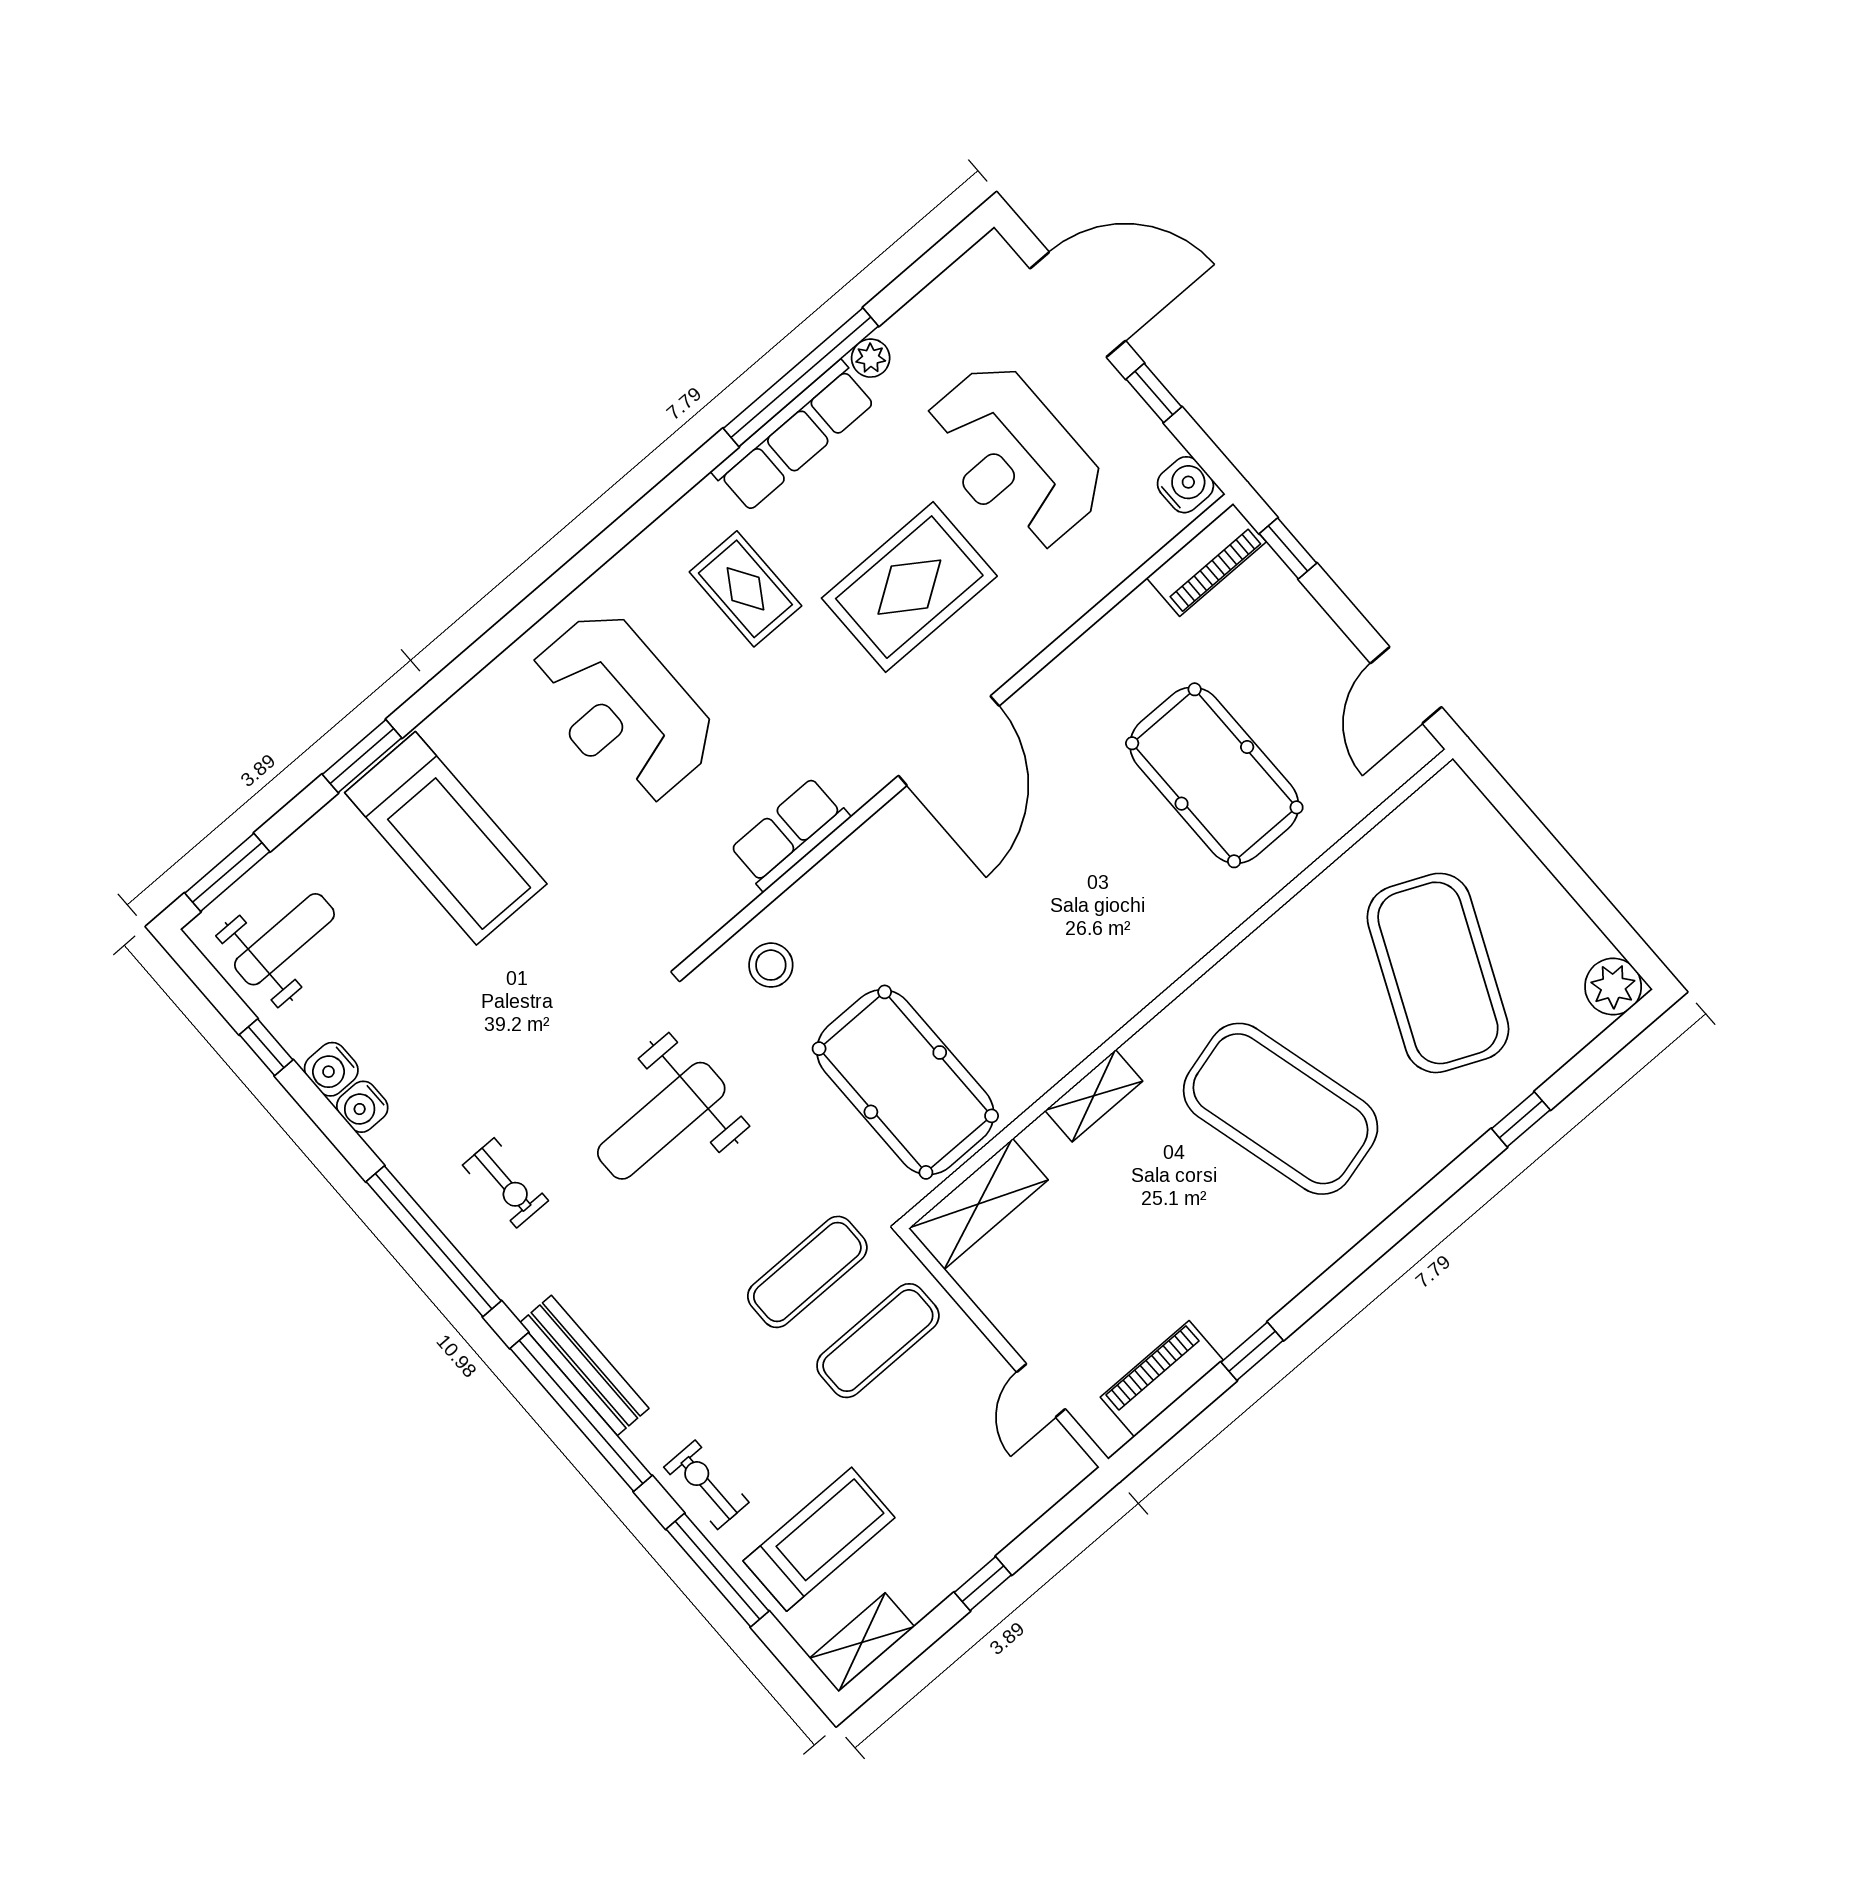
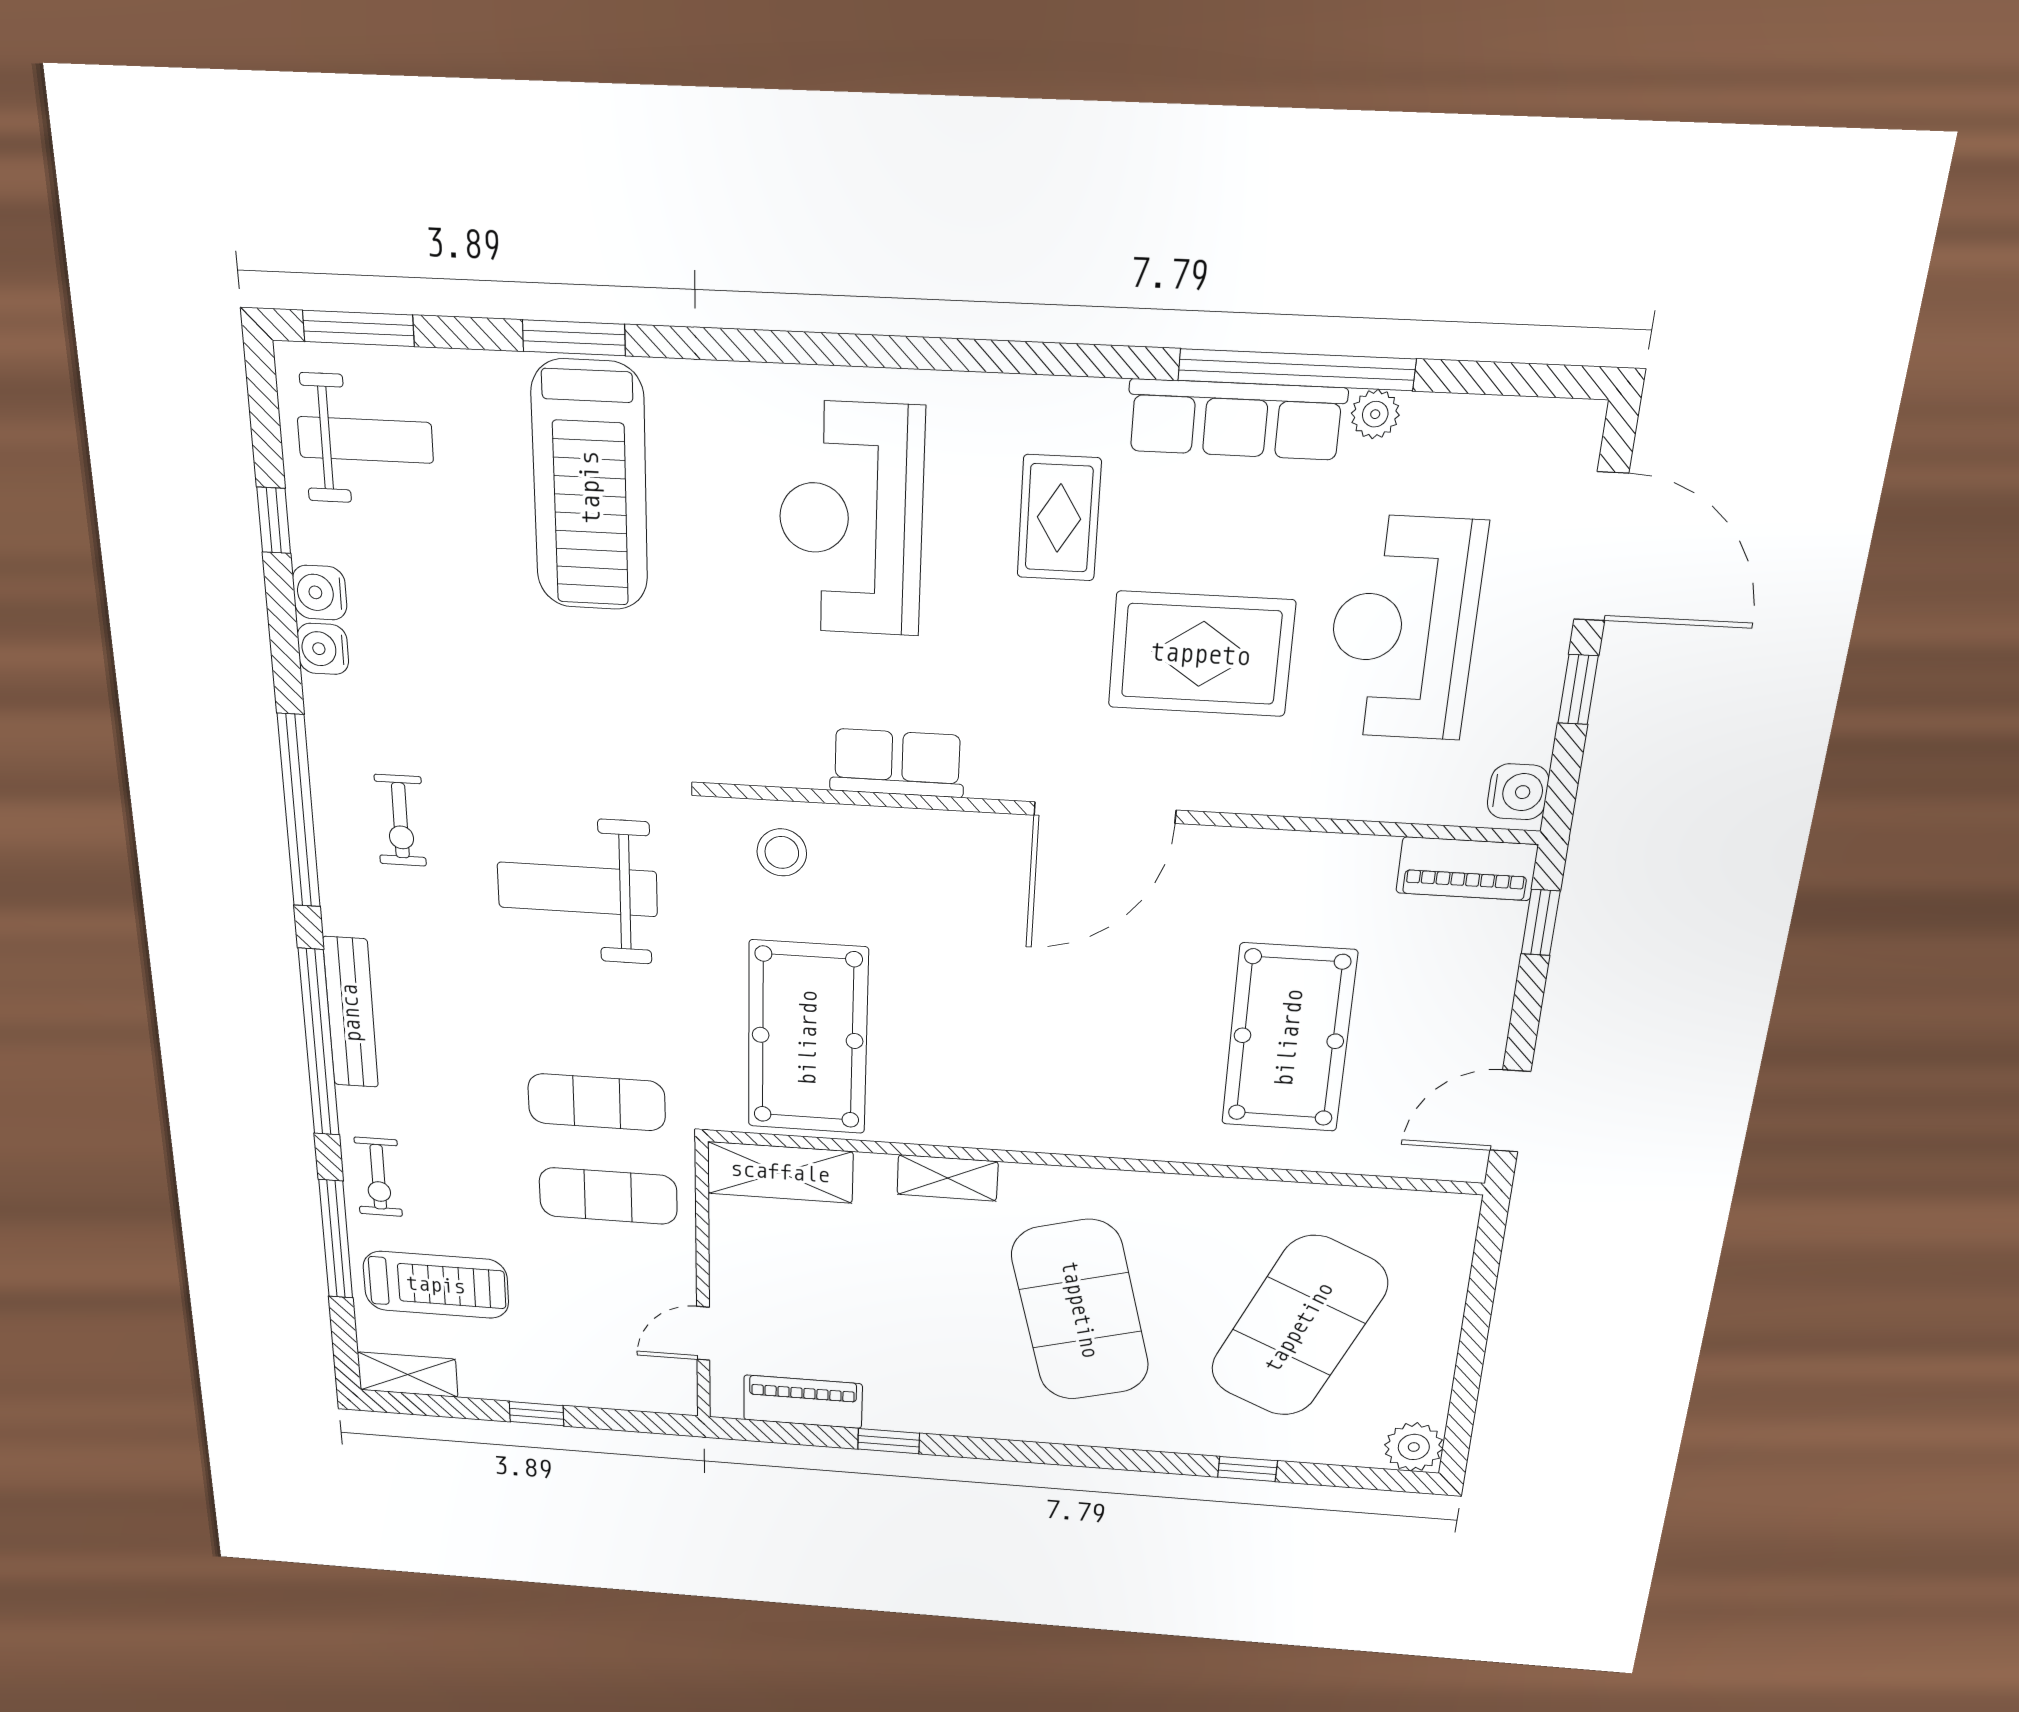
exercise bike: (706, 1485) -> (378, 1177), turned 180

